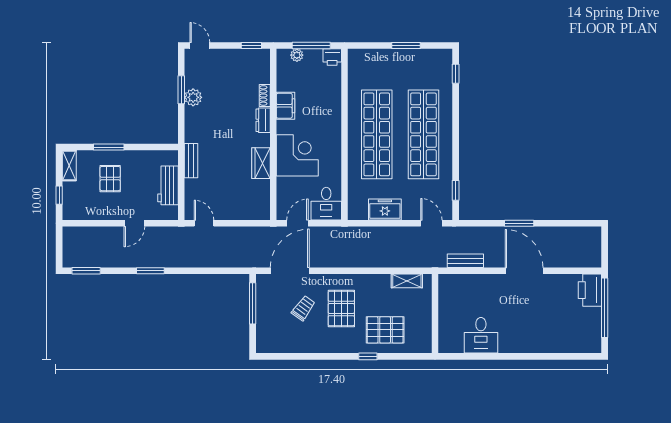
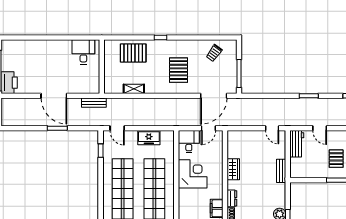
corner desk: (297, 155) -> (193, 174), moved, turned 180
workbench: (168, 185) -> (297, 144), moved
door: (134, 223) -> (320, 128), swing flipped
trolley: (303, 308) -> (214, 53), moved
wall: (435, 314) -> (102, 67), moved
pallet: (385, 330) -> (133, 53), moved

